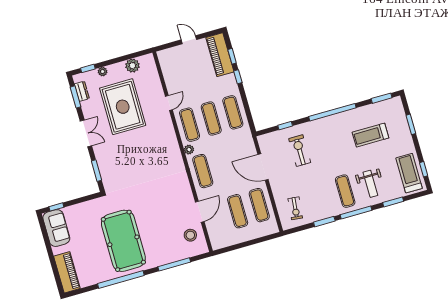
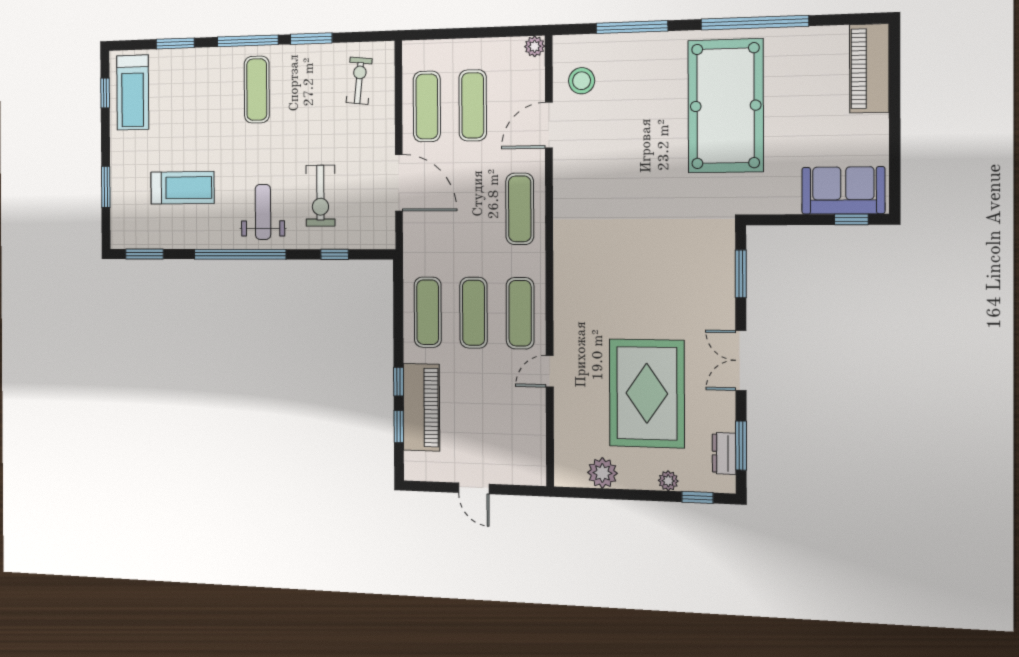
piano: (220, 55) -> (421, 407), moved
plant: (189, 150) -> (535, 46), moved
weight bench: (370, 184) -> (263, 212), moved
sofa: (56, 228) -> (843, 190), moved, turned 90

